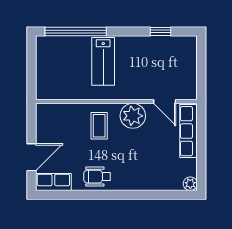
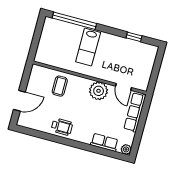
coffee table: (99, 126) -> (60, 86), moved
wheelchair: (97, 177) -> (62, 127), turned 180
row of seats: (53, 182) -> (104, 142), moved

